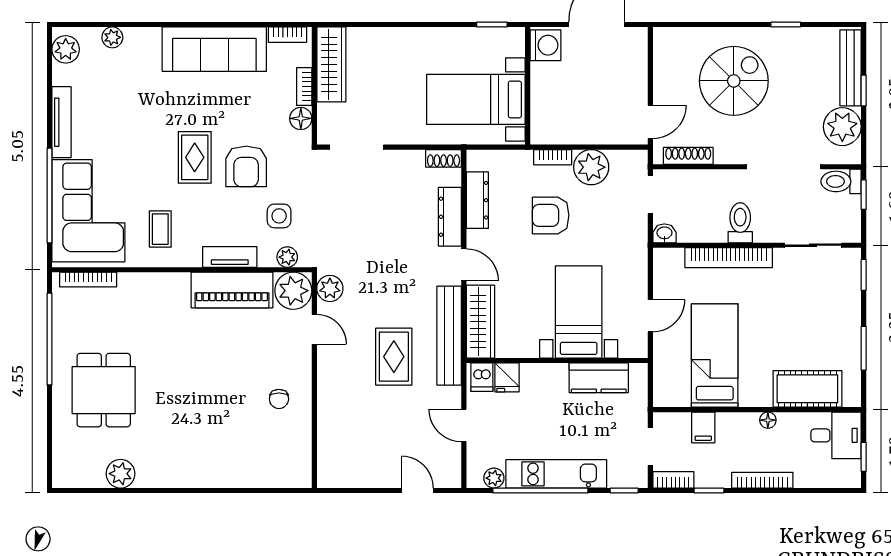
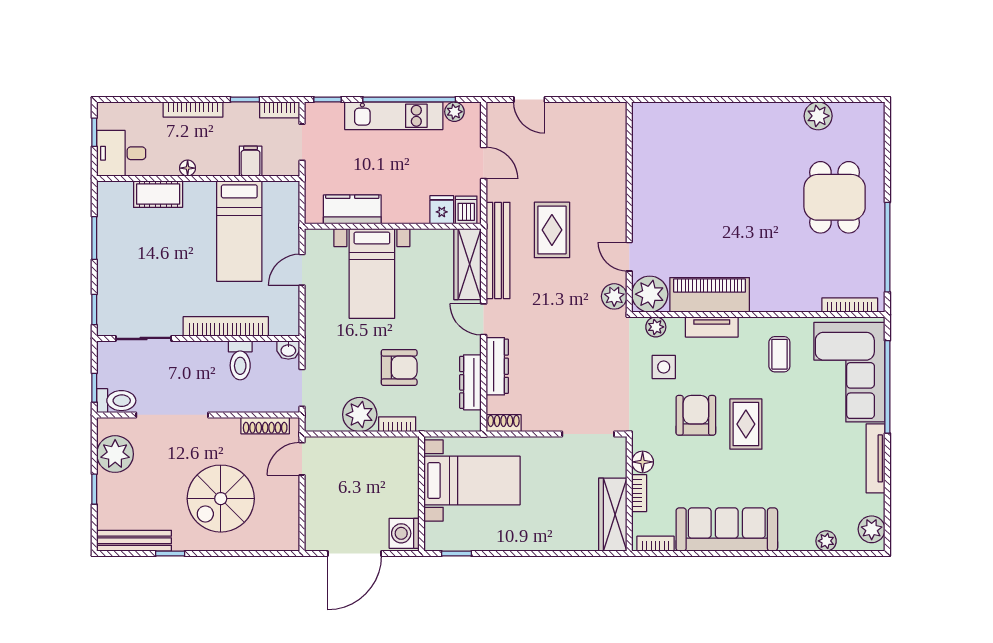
bench: (851, 68) -> (134, 541), moved, turned 90
toilet: (740, 223) -> (240, 360), moved
cot: (807, 389) -> (158, 194), width x0.73, depth x0.75
chair: (279, 399) -> (664, 189), removed

